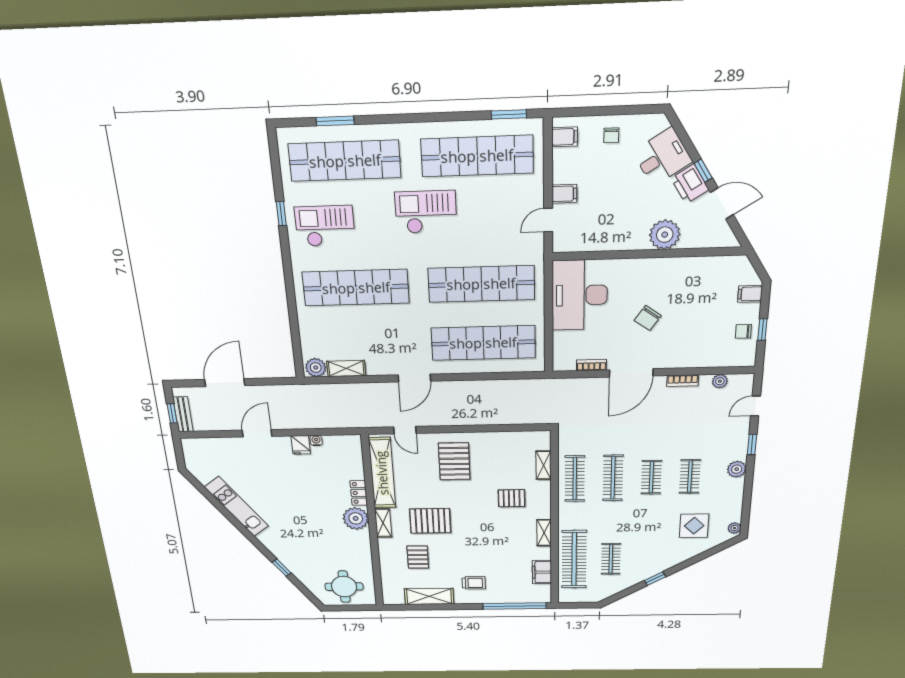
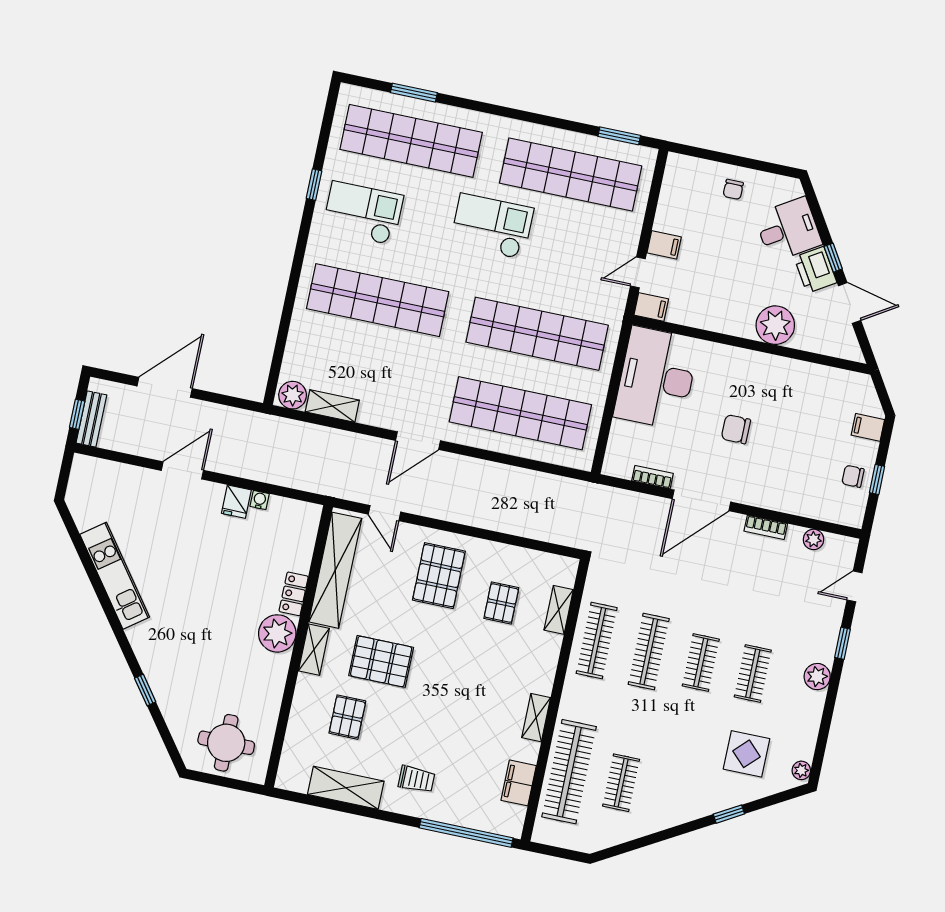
filing cabinet: (565, 137) -> (651, 307), moved
chair: (648, 318) -> (736, 429), turned 55
pallet: (512, 498) -> (501, 603), moved, turned 90
window: (655, 579) -> (729, 814), moved

